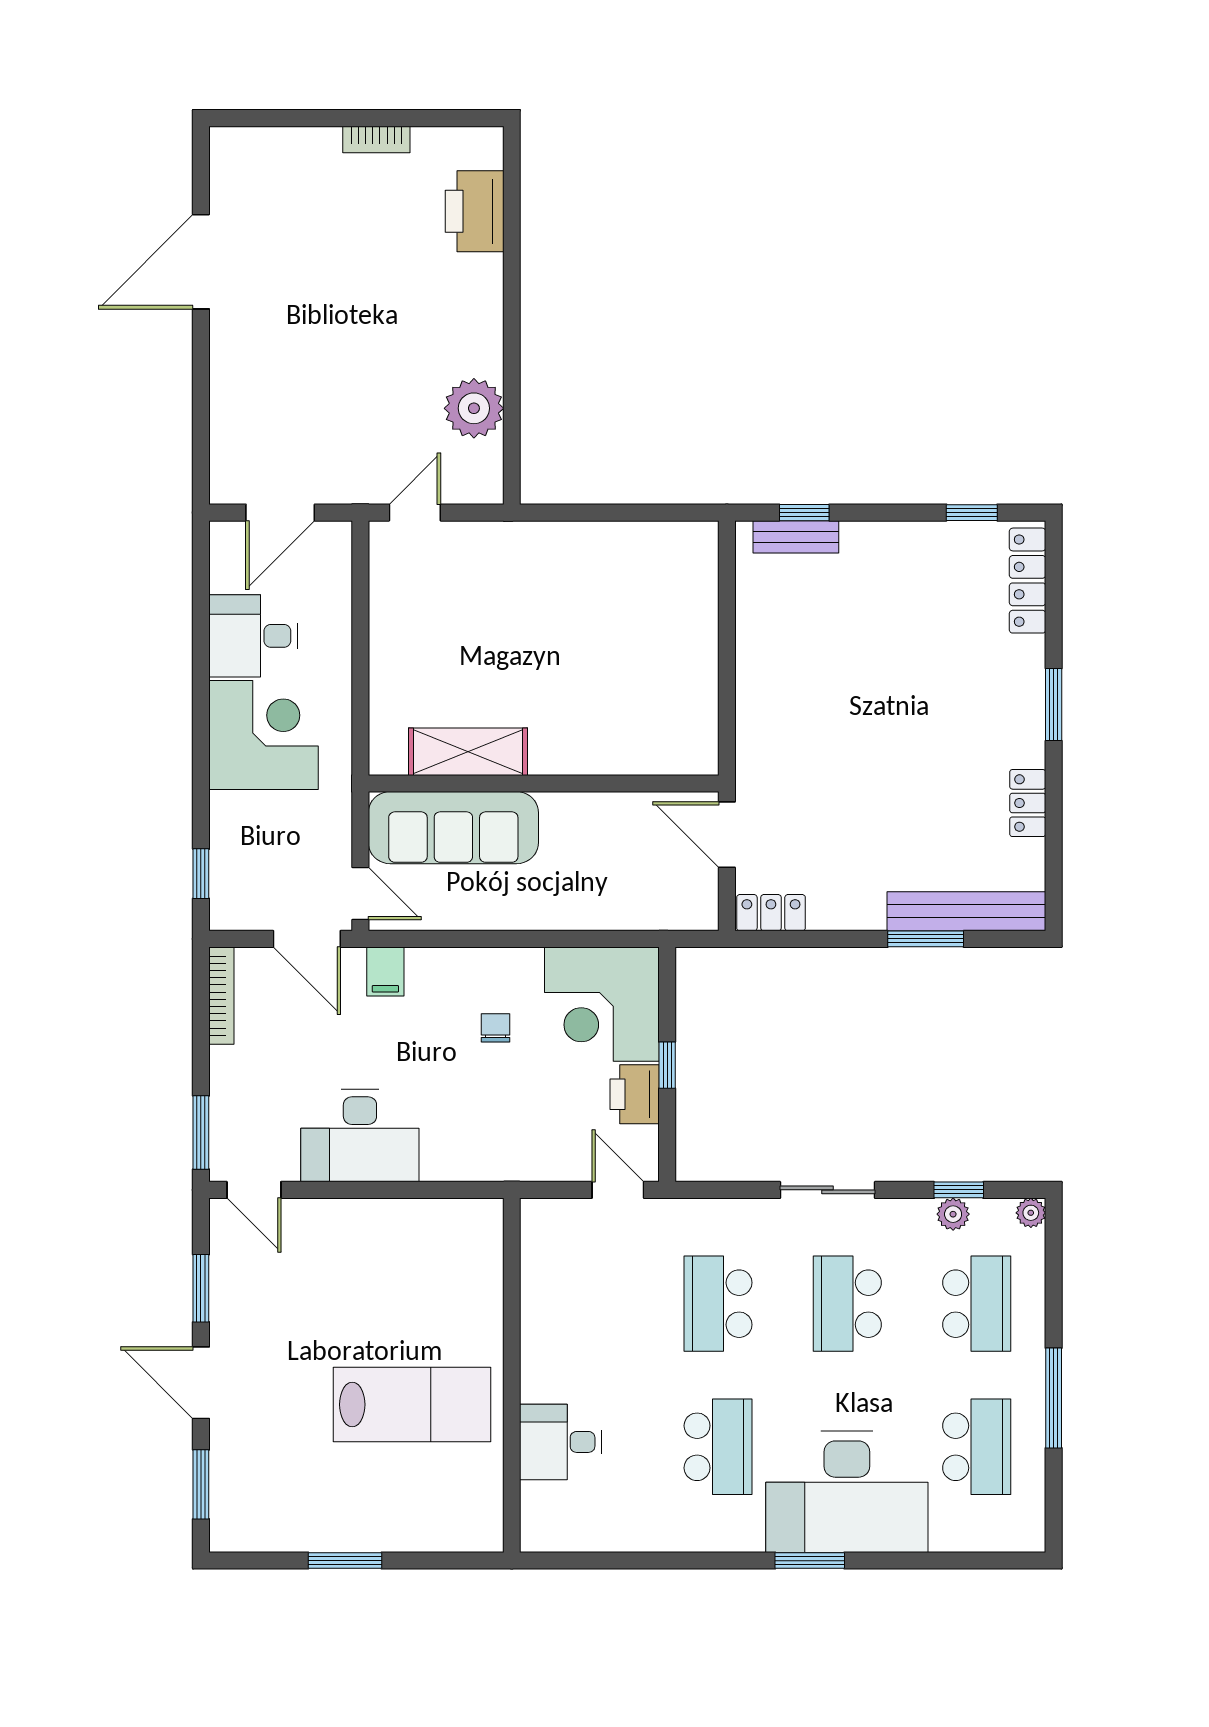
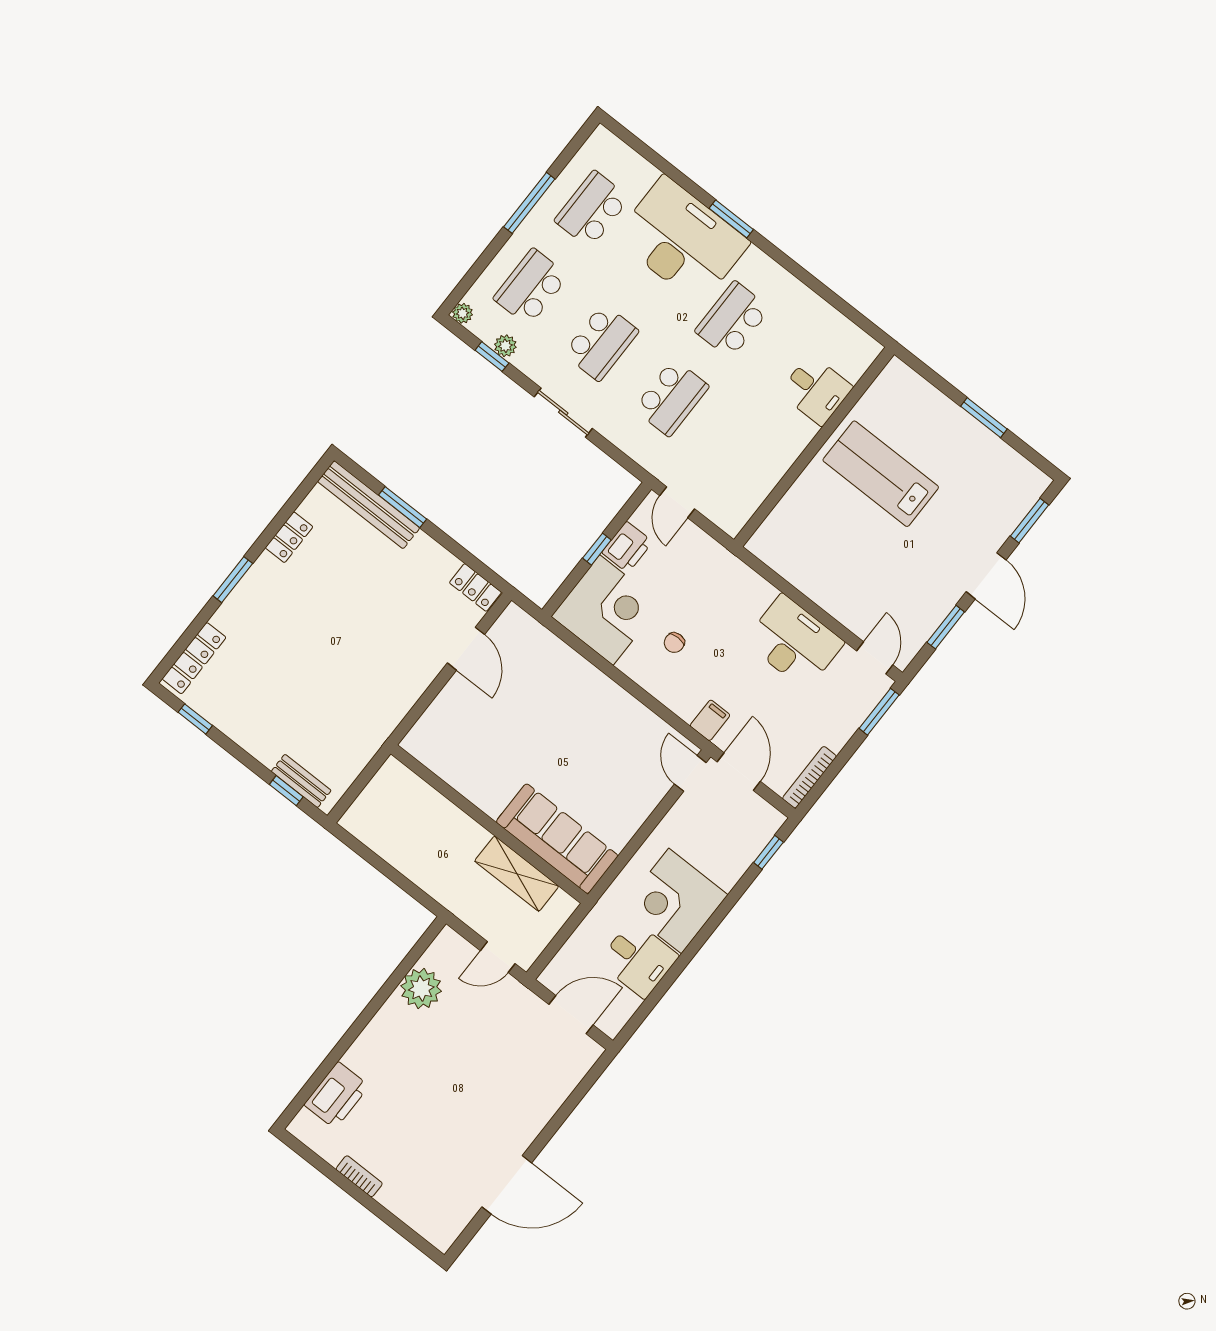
shelving: (468, 752) -> (517, 874), moved
wall: (544, 784) -> (489, 824), moved
sofa: (453, 828) -> (557, 839), moved

